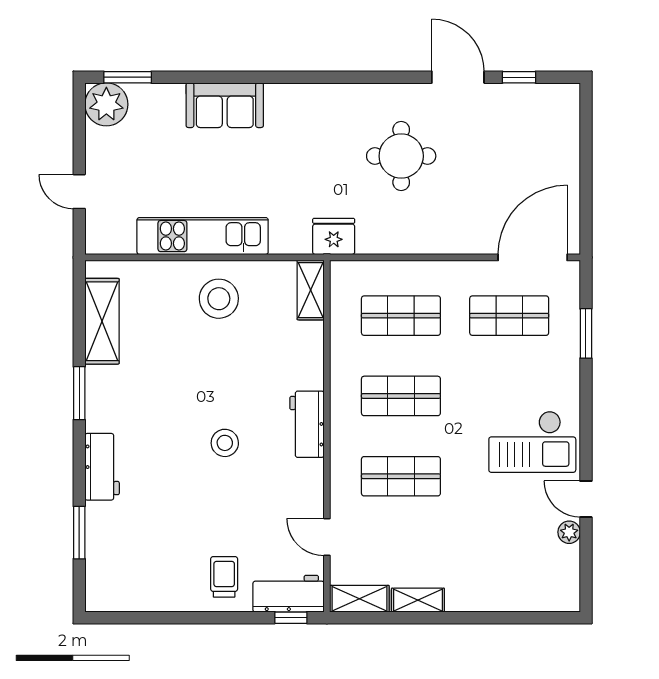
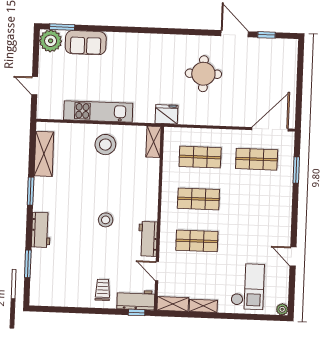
sofa: (225, 105) -> (86, 43), moved
workbench: (307, 424) -> (148, 239), moved
checkout: (532, 442) -> (248, 286), moved, turned -90
plant: (569, 532) -> (282, 309), moved

